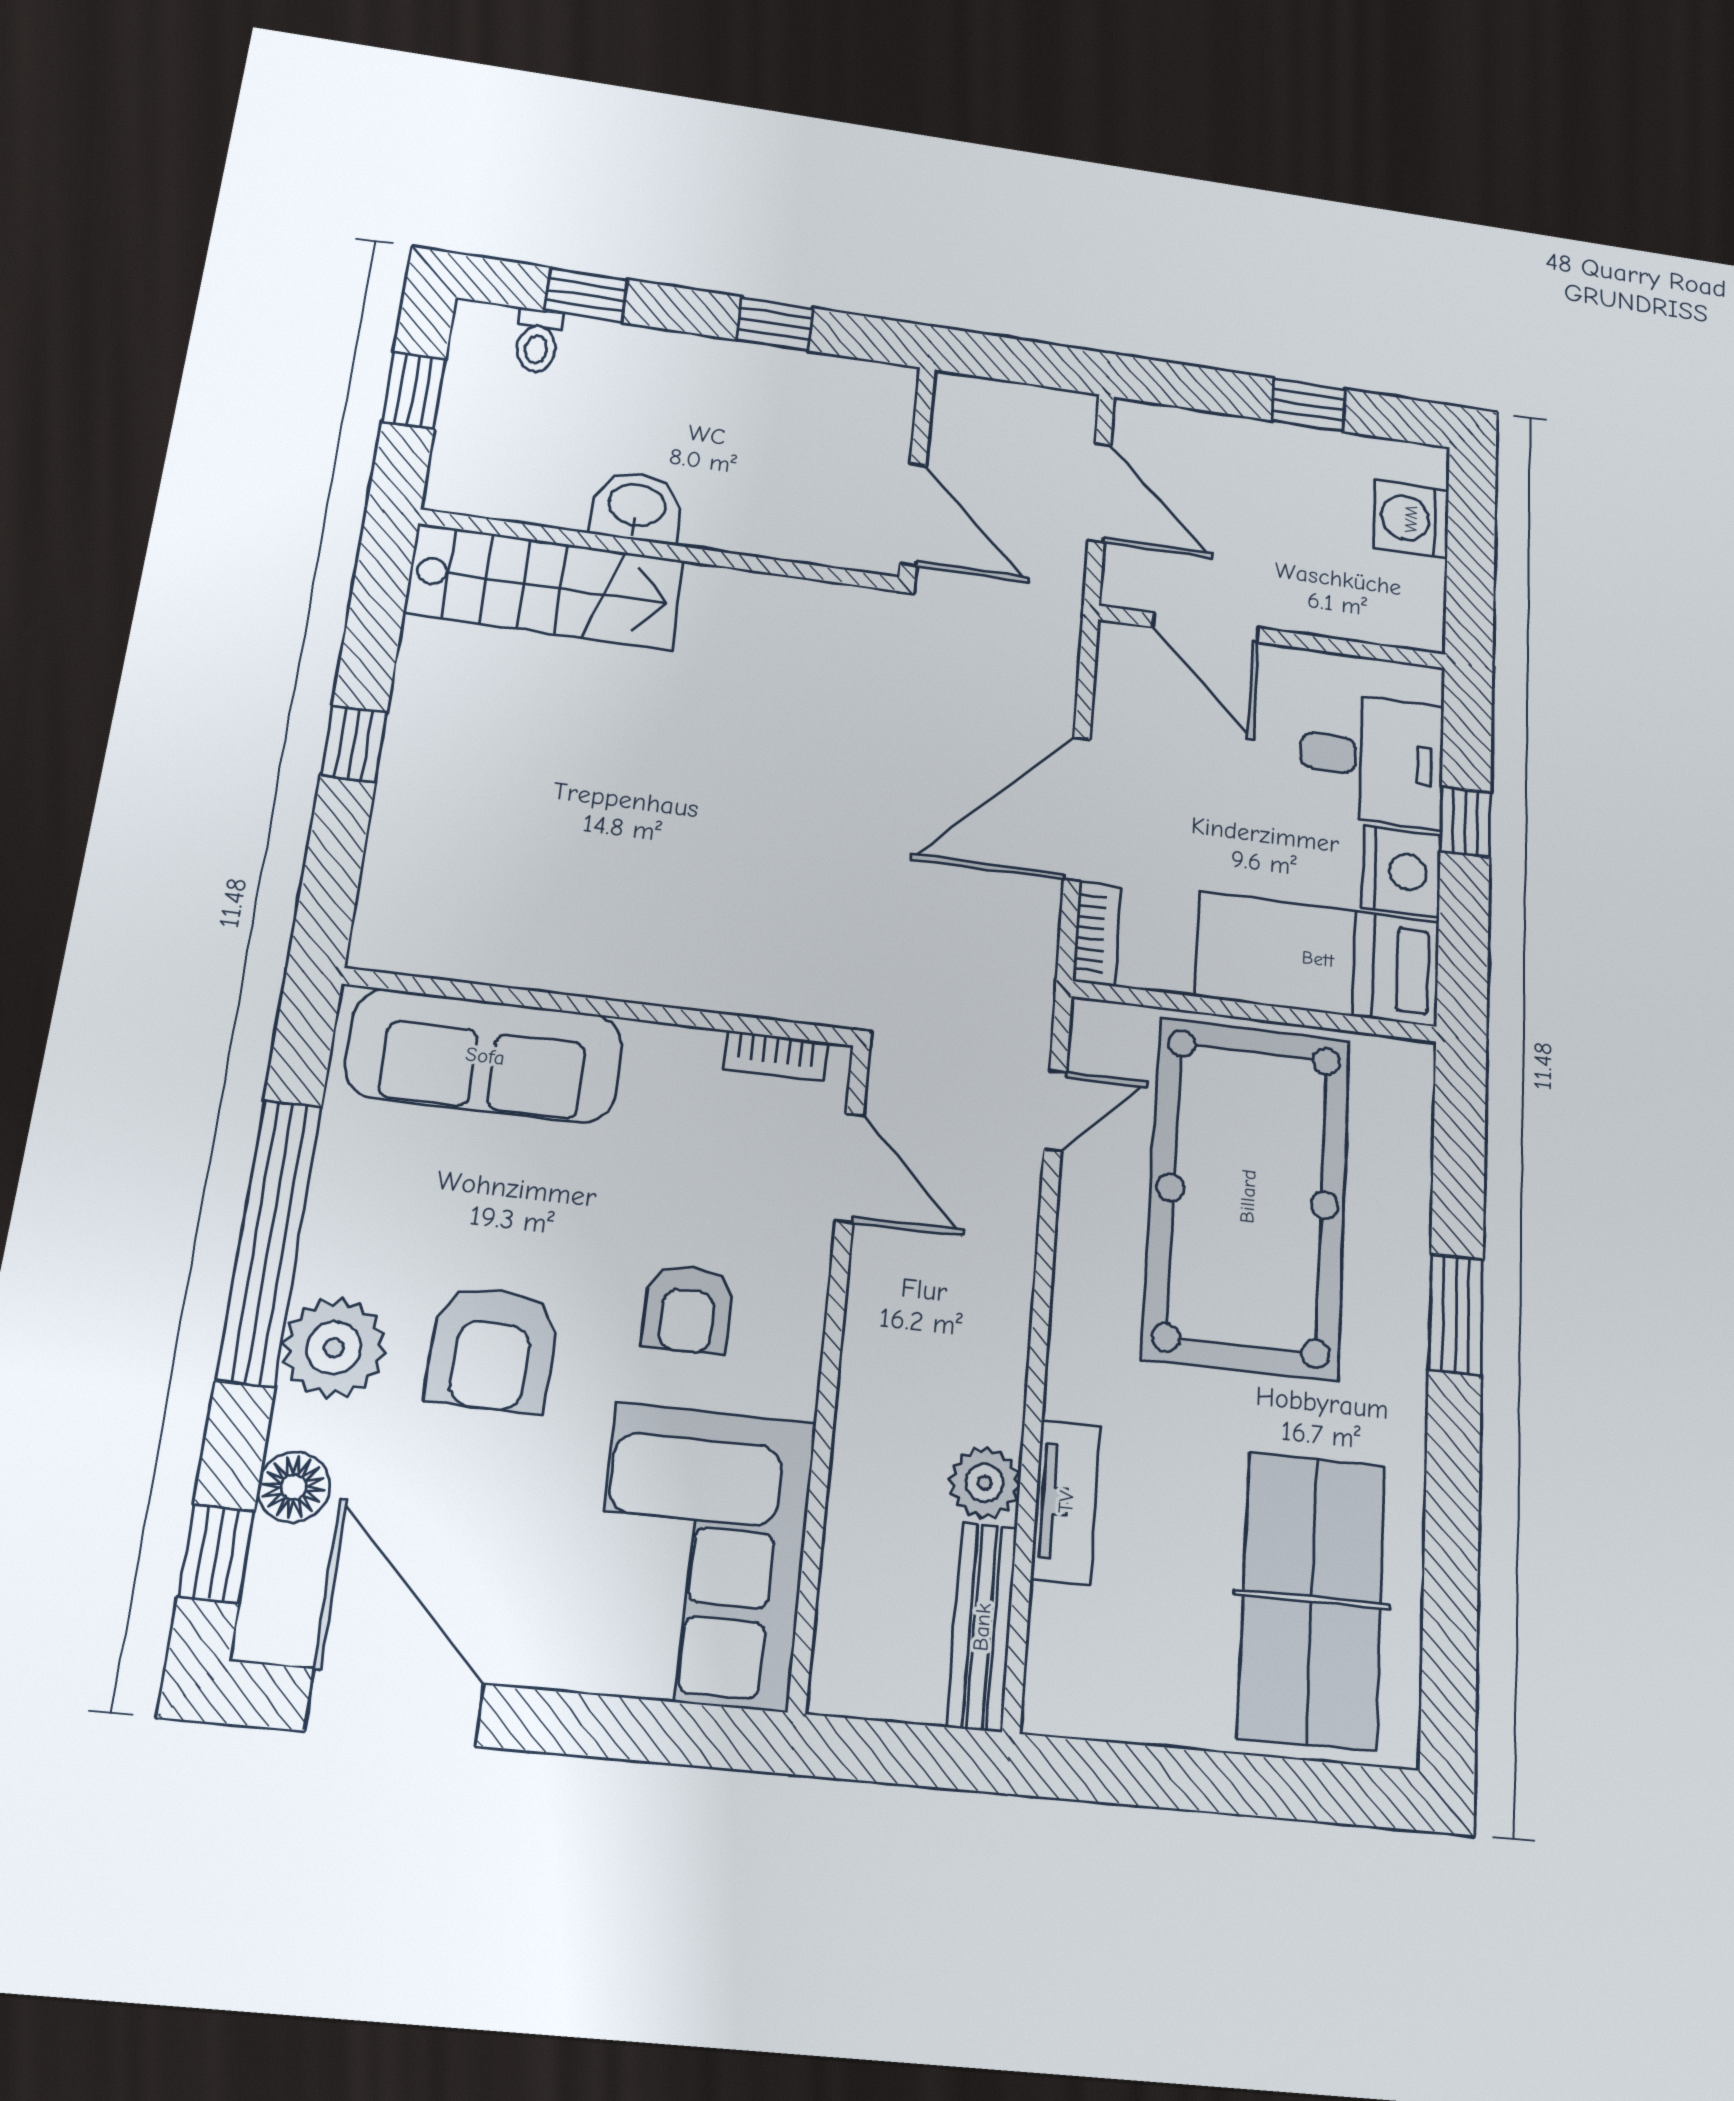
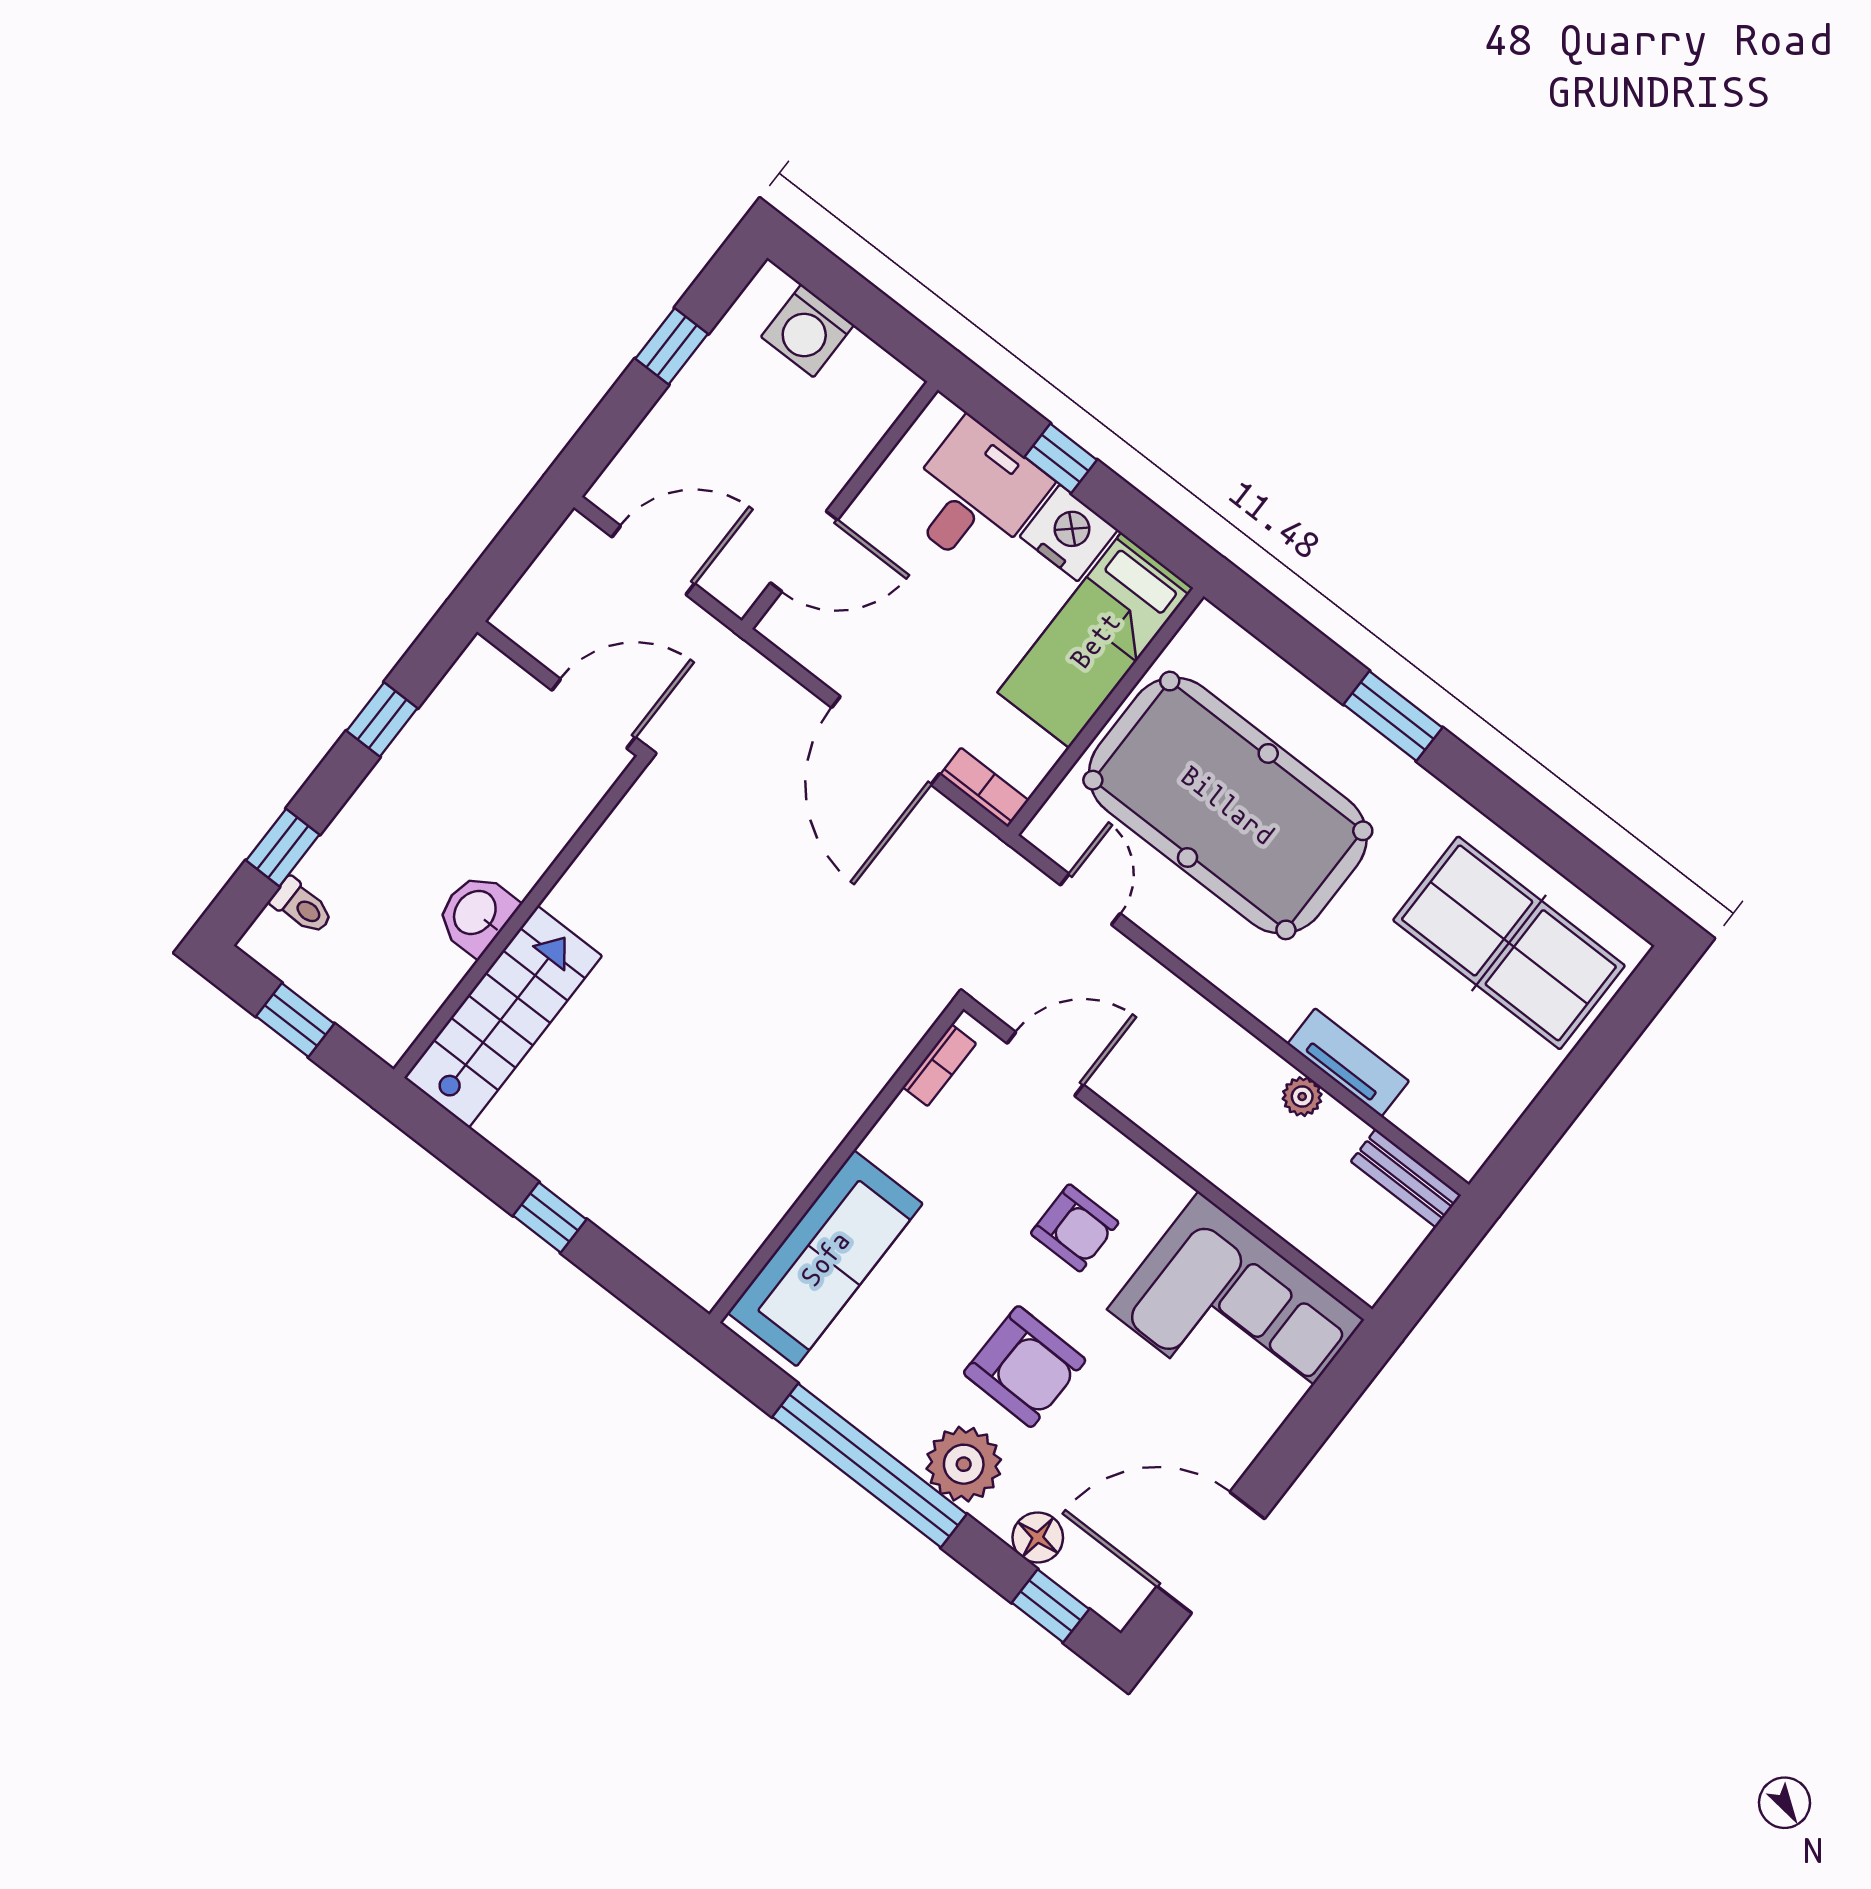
plant: (985, 1483) -> (1302, 1097), width x0.73, depth x0.73
bench: (982, 1627) -> (1406, 1178), width x0.73

